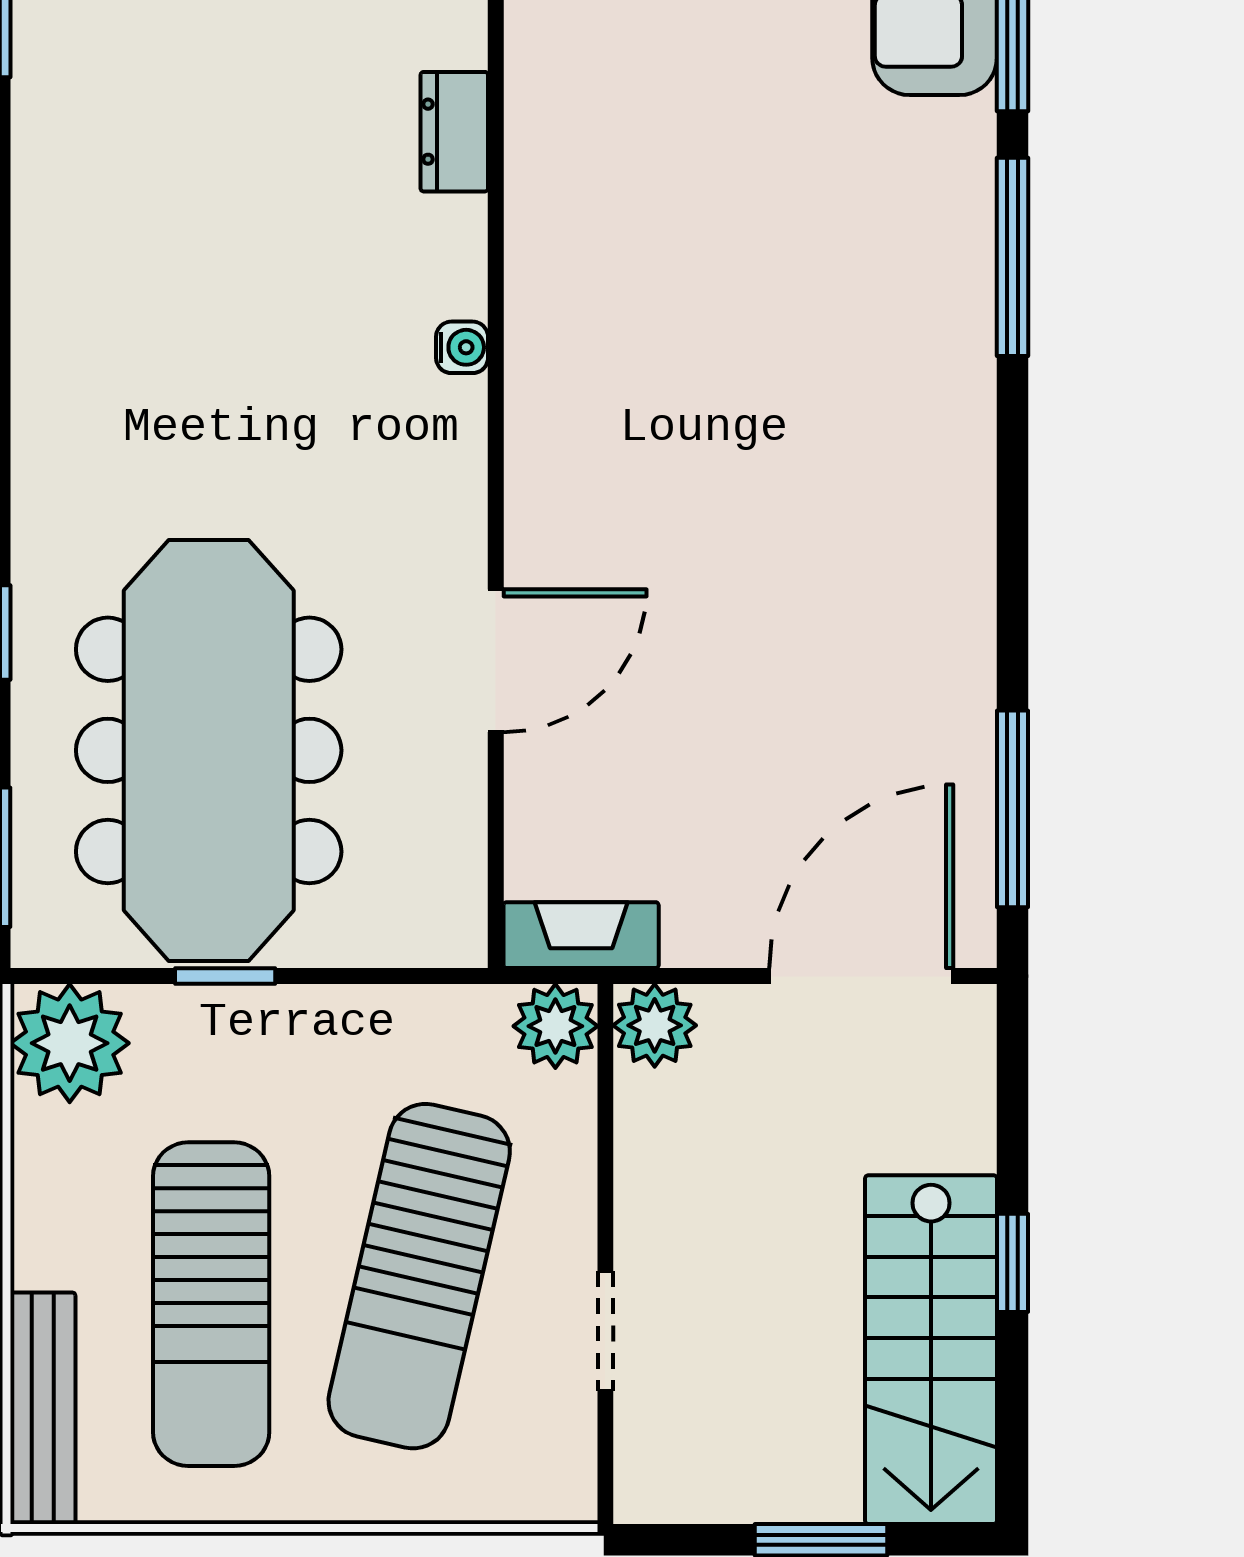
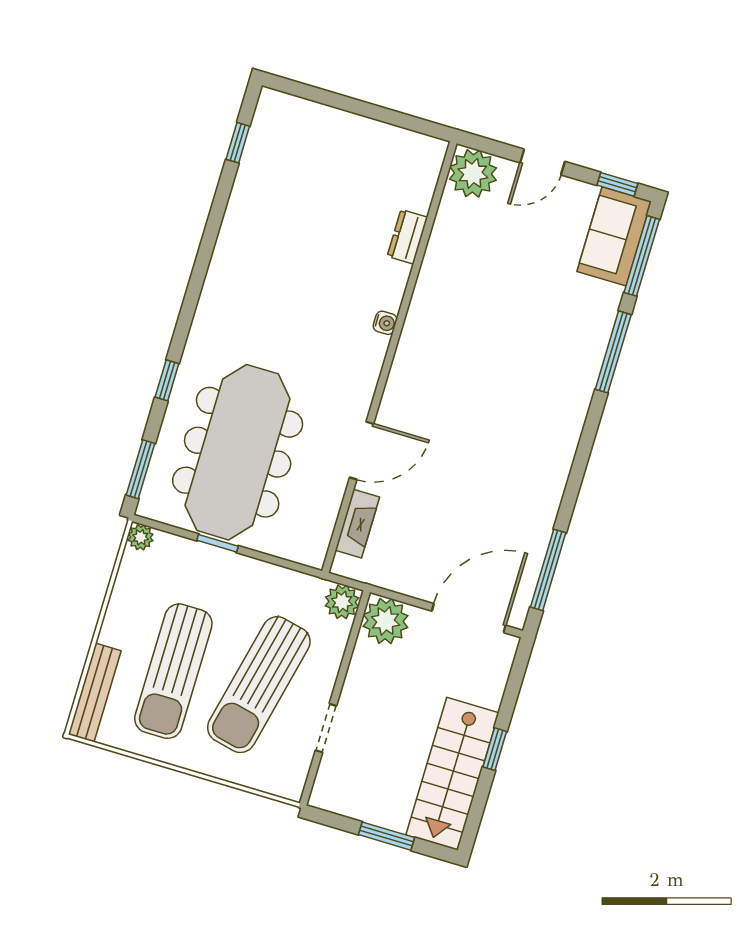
fireplace: (581, 935) -> (357, 524), moved, turned 90
plant: (655, 1025) -> (386, 621), width x1.36, depth x1.36
plant: (70, 1043) -> (141, 537), width x0.53, depth x0.53

